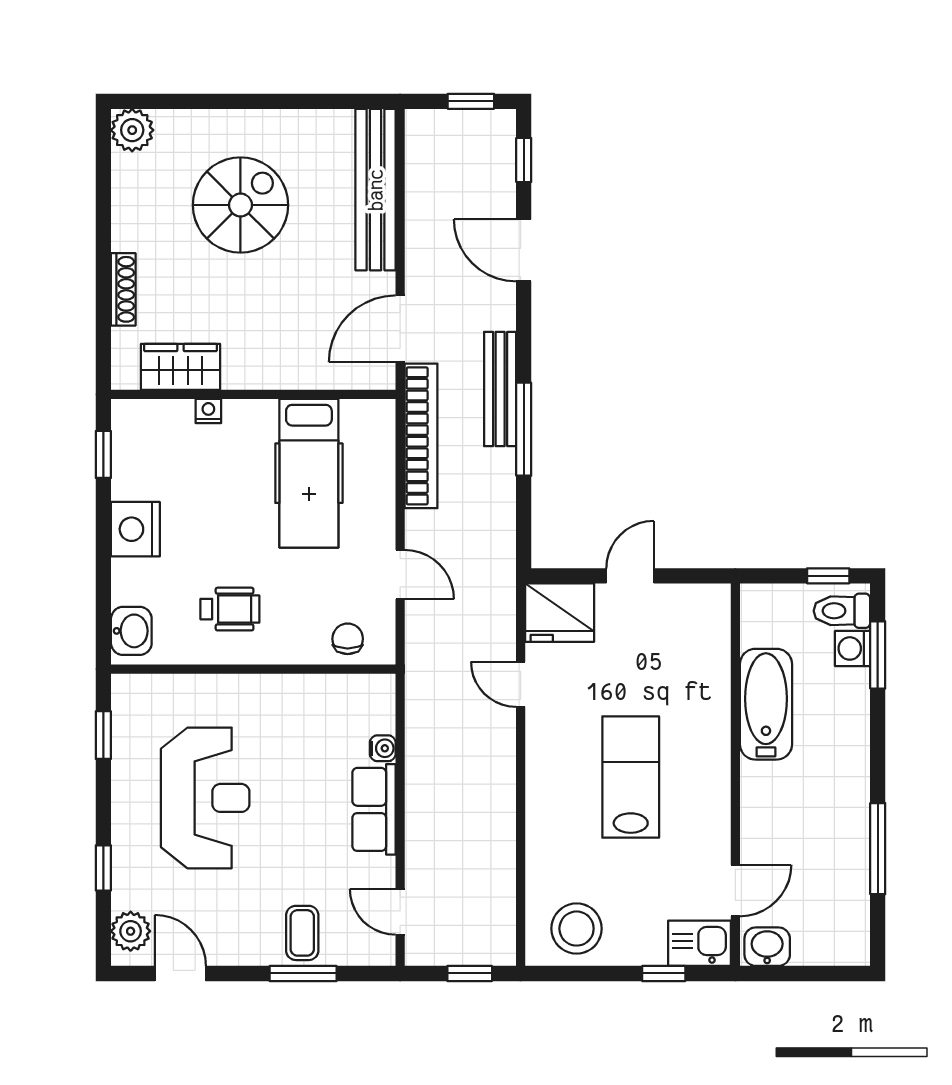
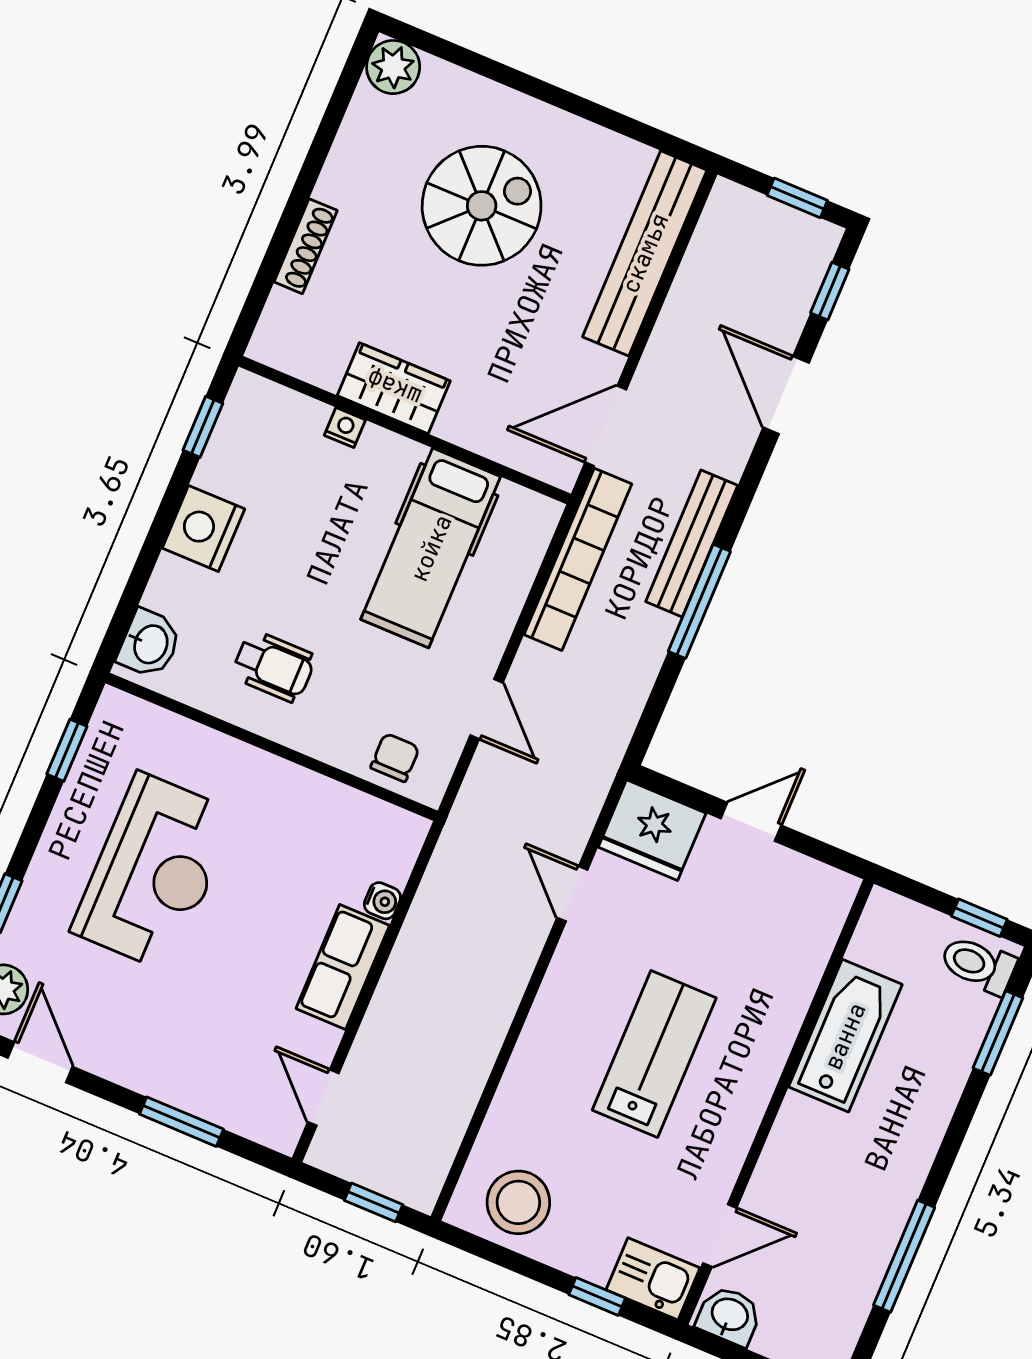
wardrobe: (180, 367) -> (394, 388), moved
washing machine: (853, 648) -> (972, 1013), removed
coffee table: (302, 933) -> (200, 1075), removed

